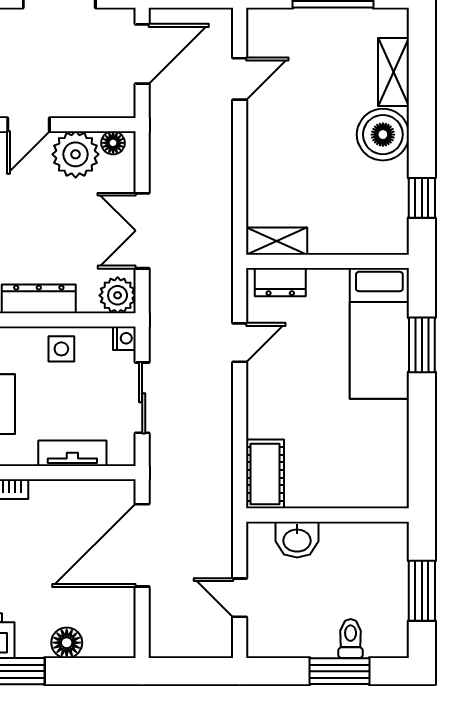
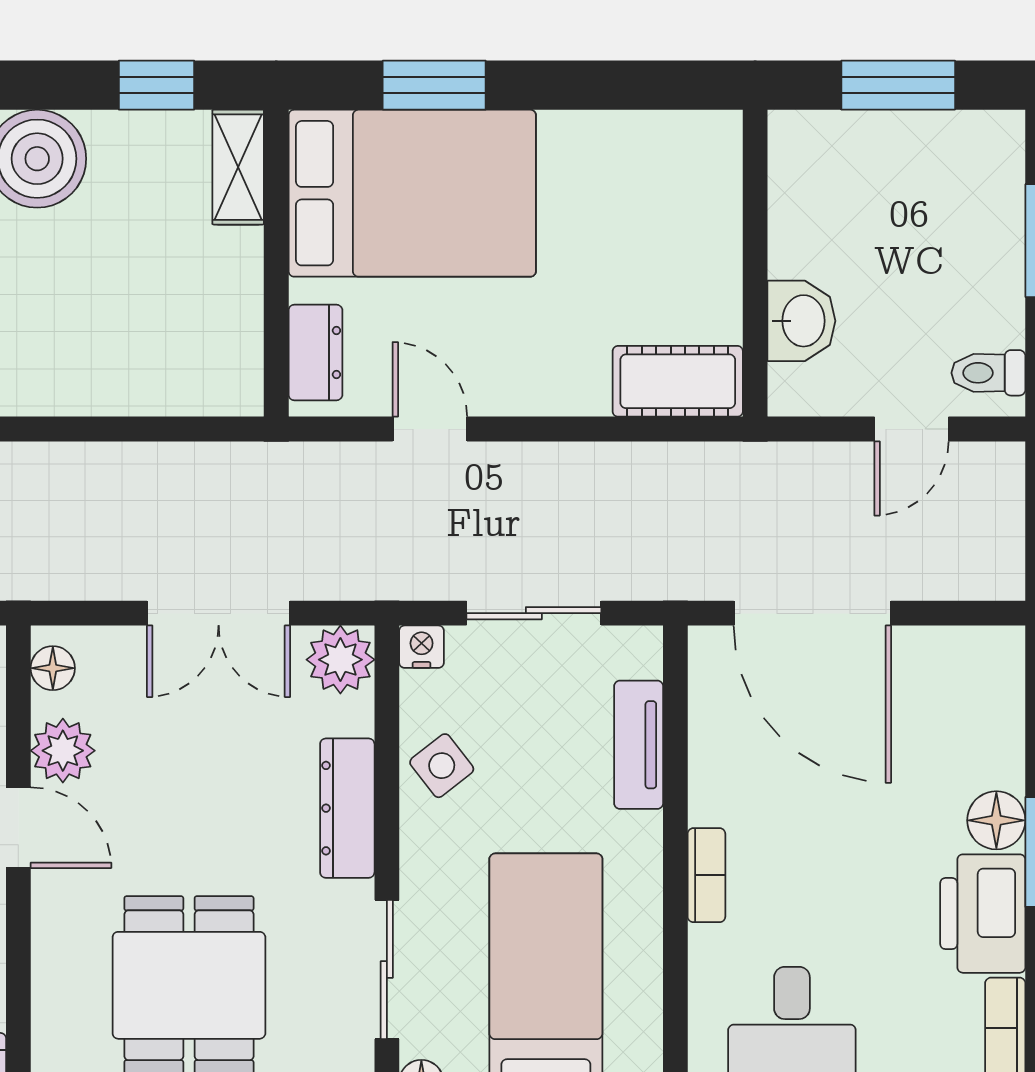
plant: (76, 154) -> (63, 751), width x0.73, depth x0.73
shelving: (277, 241) -> (238, 167), moved
bed: (379, 333) -> (412, 193), width x1.50
side table: (61, 349) -> (442, 766), turned -38
toilet: (351, 639) -> (988, 373), moved
floor lamp: (67, 643) -> (996, 820), moved

